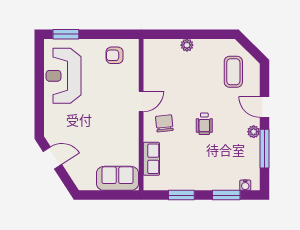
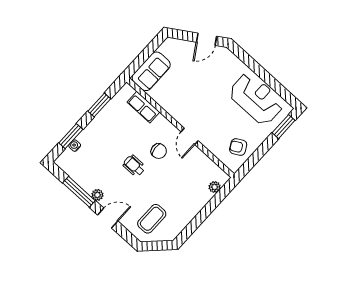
plant: (187, 45) -> (215, 187), moved
armchair: (115, 55) -> (238, 147), turned -119
coffee table: (233, 72) -> (152, 219), turned 90
chair: (164, 123) -> (159, 151), moved
water cooler: (245, 185) -> (75, 146), moved

